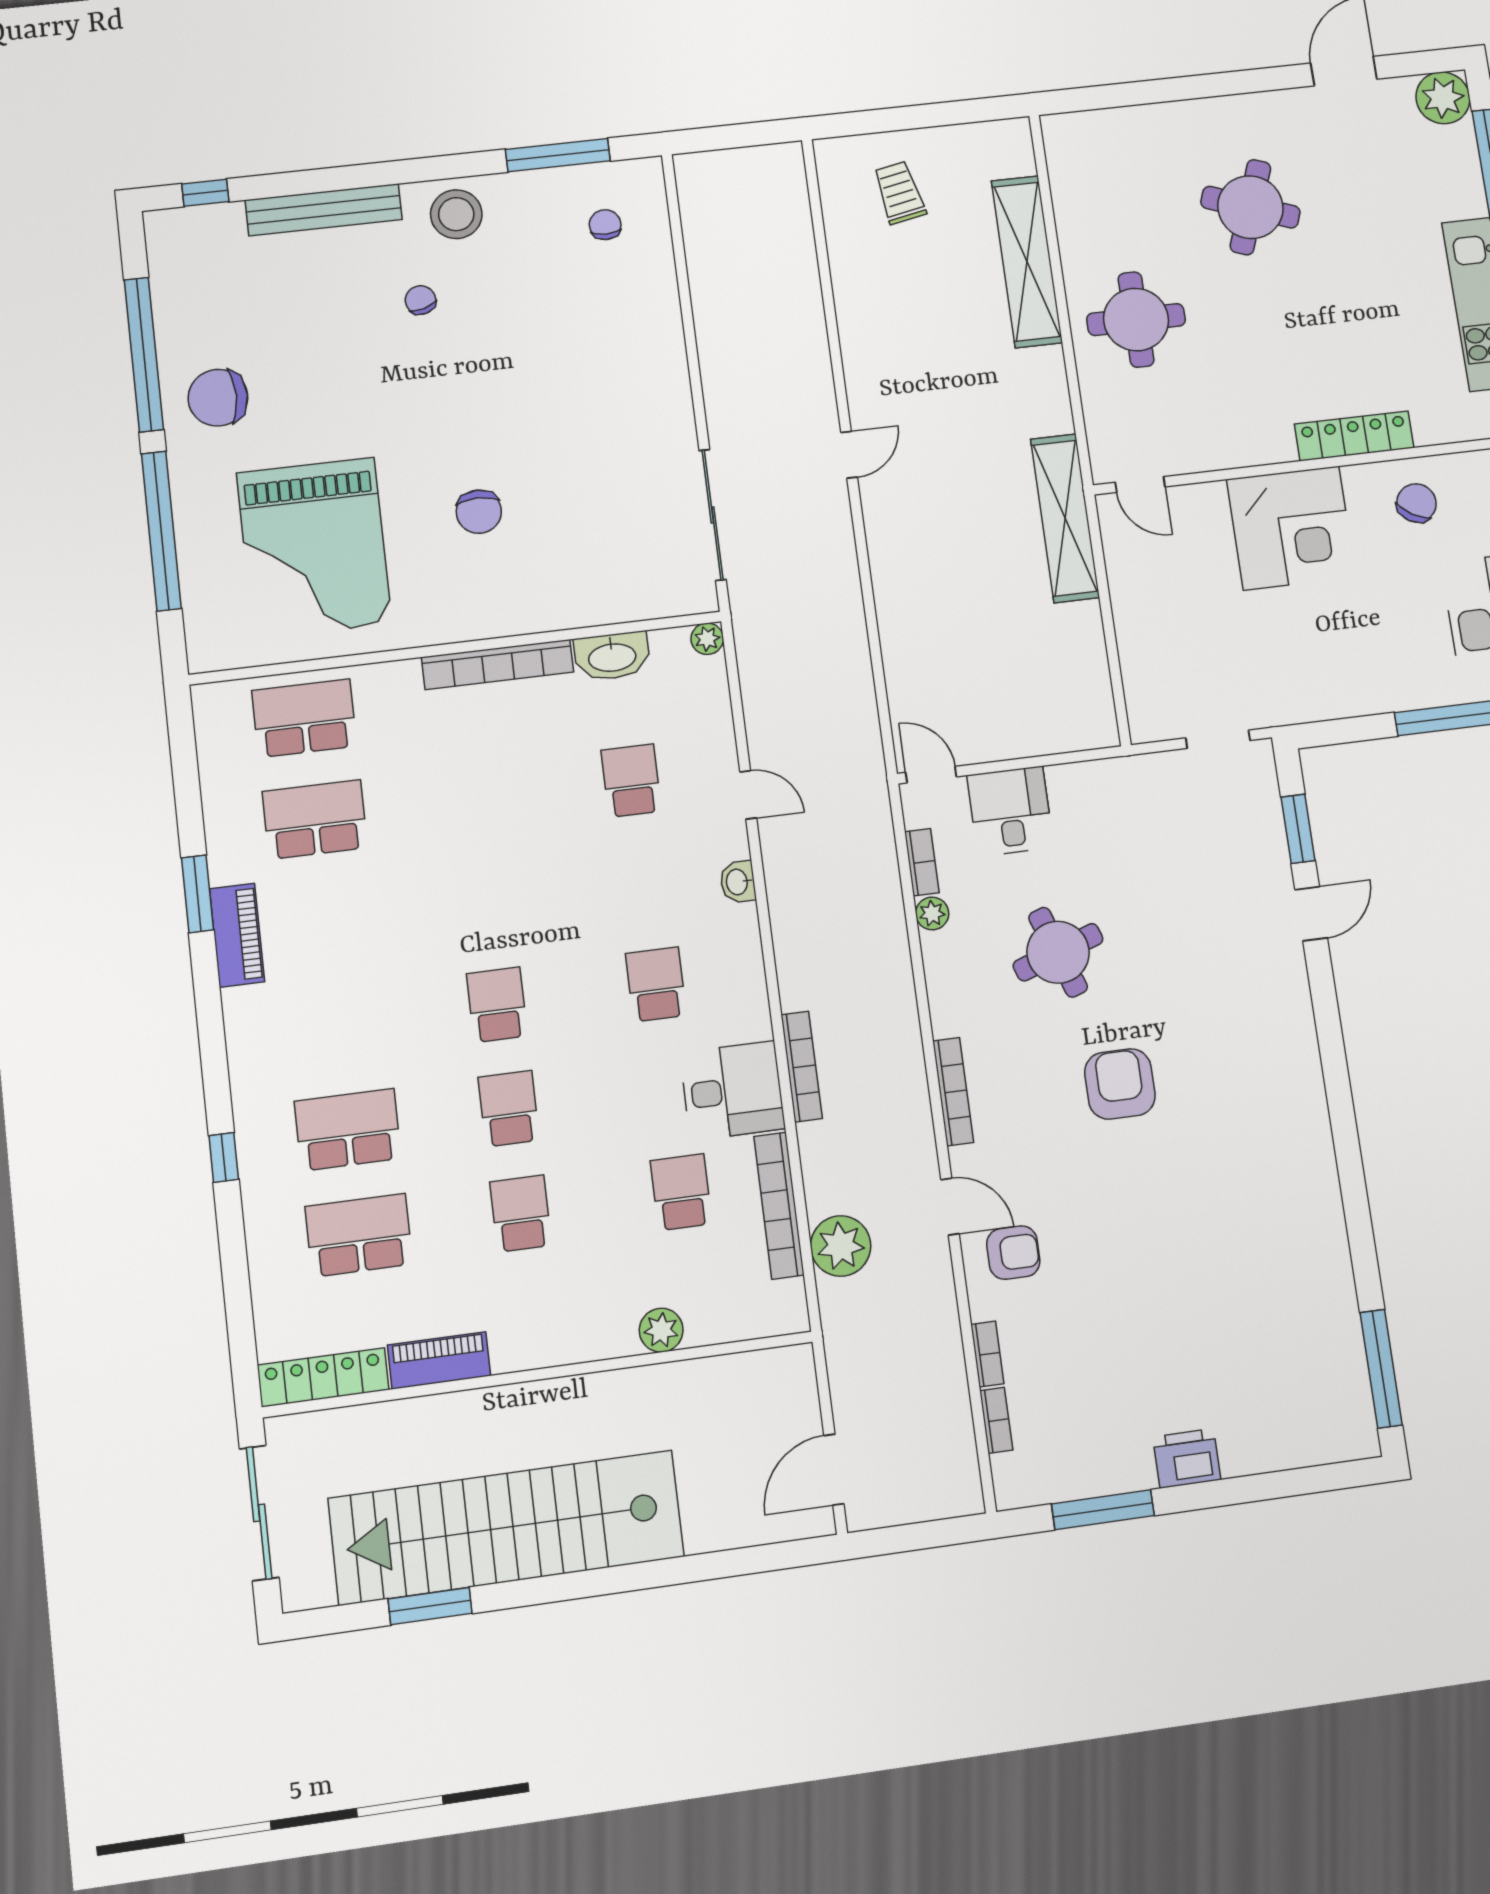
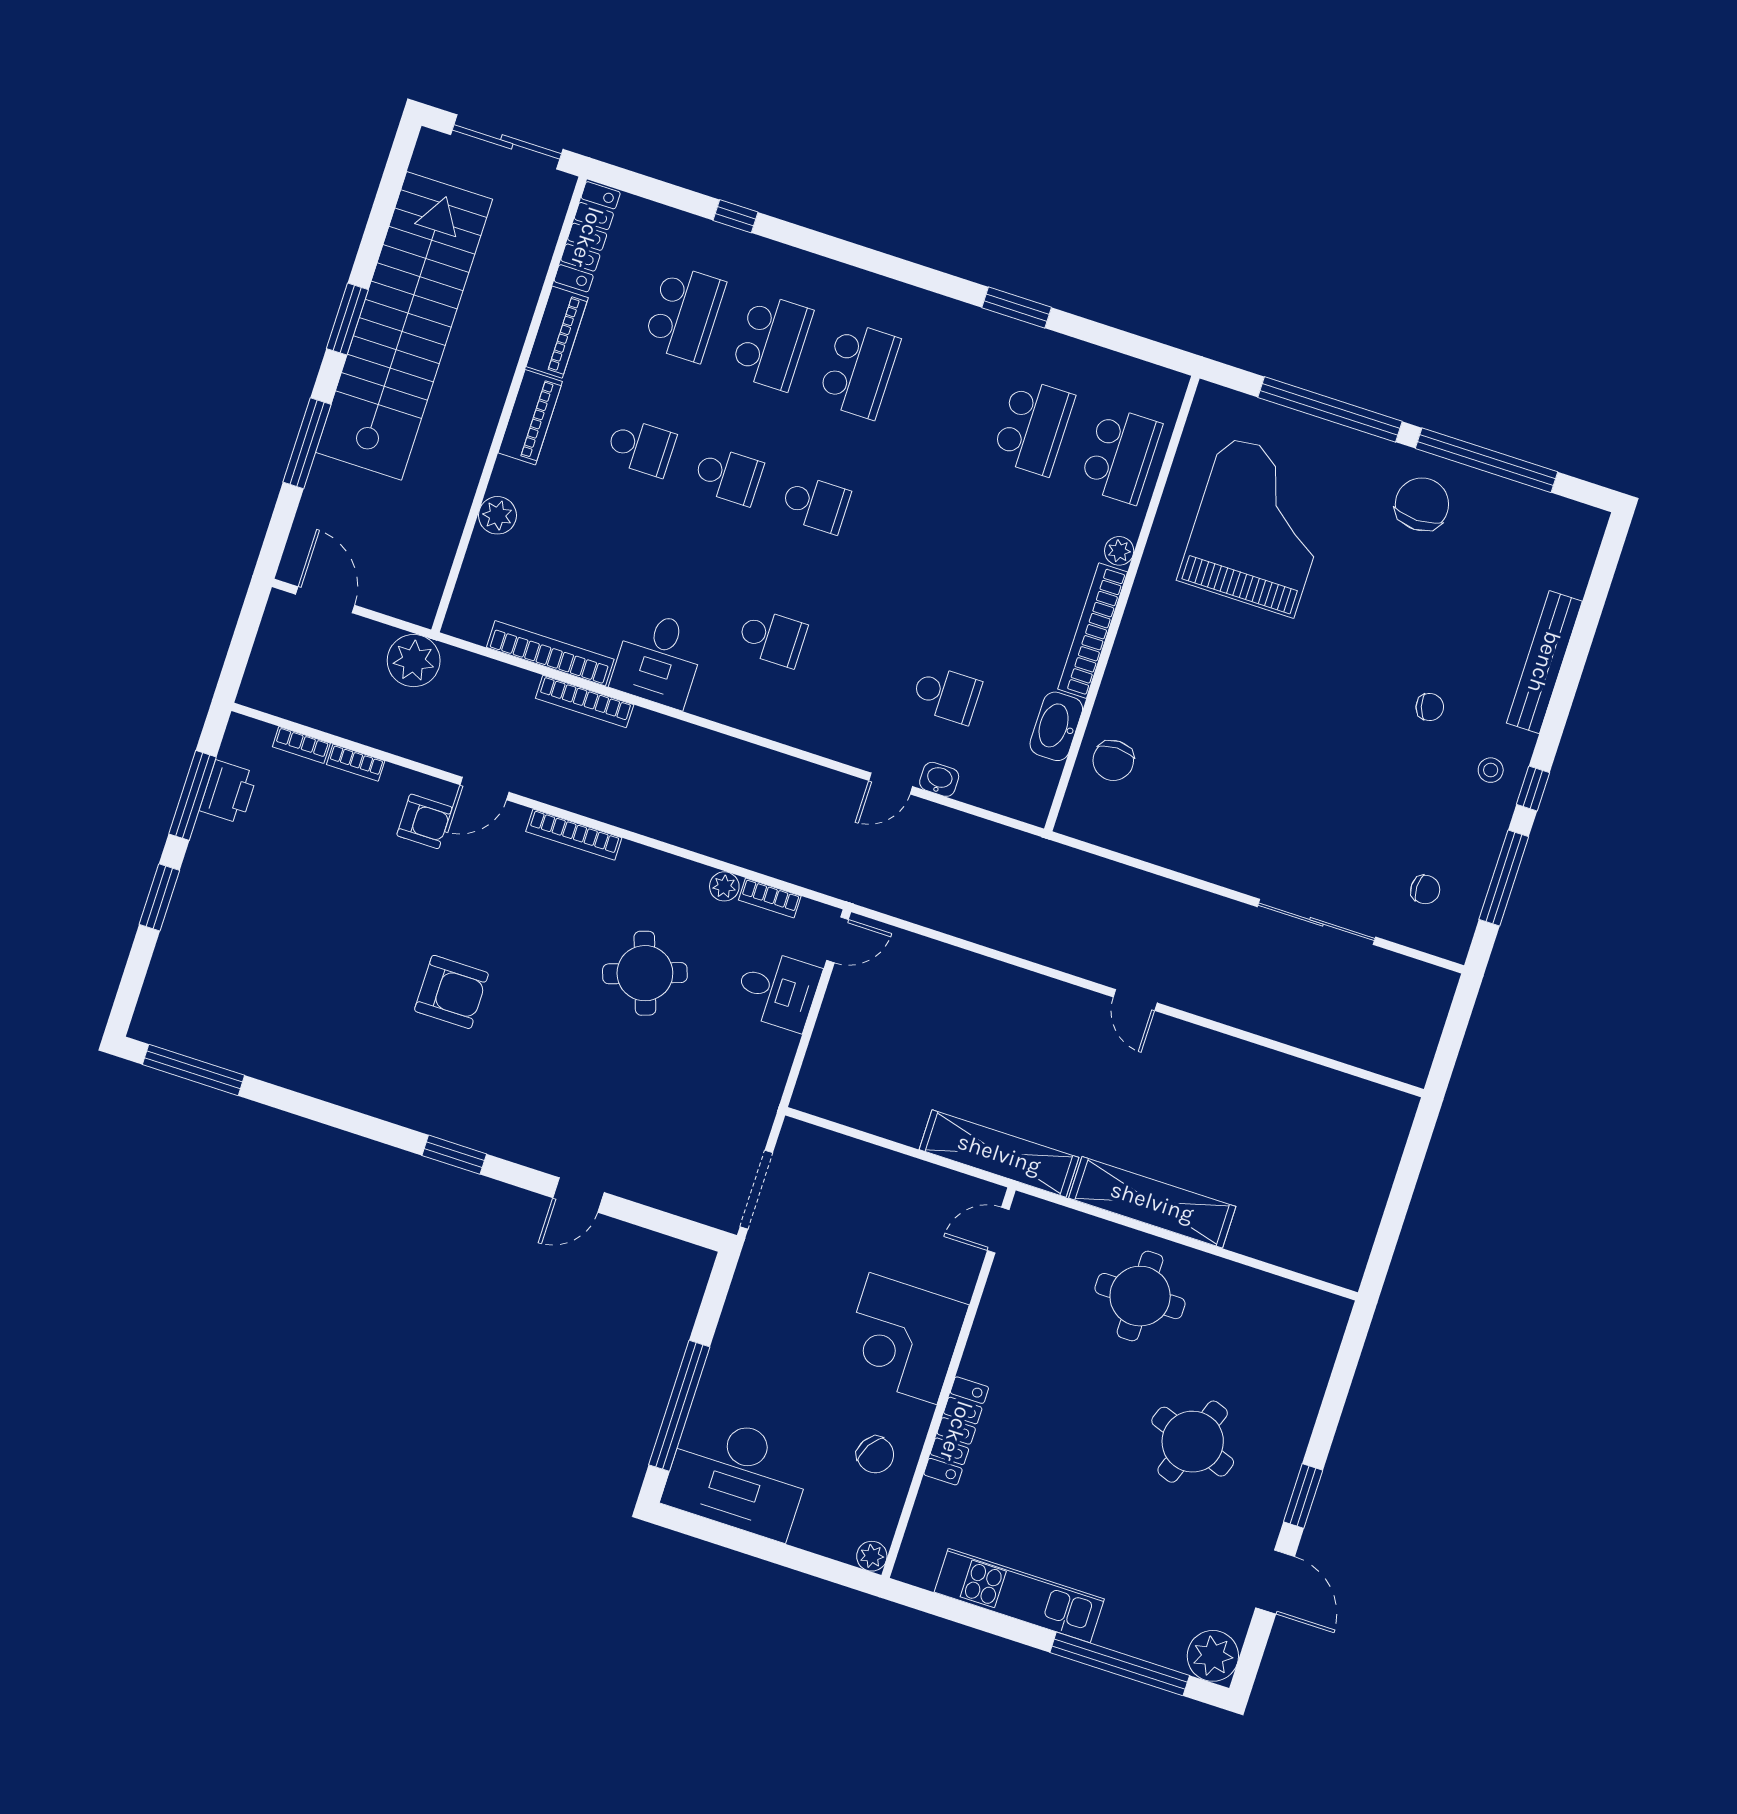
window: (1249, 81) -> (1303, 1496), added
window: (205, 193) -> (1533, 788), moved
trolley: (899, 193) -> (1341, 1149), removed
stool: (456, 214) -> (1491, 770), width x0.53, depth x0.53
shelving: (1027, 262) -> (1152, 1202), moved
chair: (479, 512) -> (1113, 760), moved, turned -90
sliding door: (713, 515) -> (1317, 922), moved
grand piano: (314, 548) -> (1259, 526), turned 90
plant: (707, 639) -> (1119, 551), moved
doorway: (1218, 739) -> (756, 1190), width x1.38
window: (1298, 829) -> (454, 1155), moved
washbasin: (738, 882) -> (939, 779), moved
door: (1311, 914) -> (578, 1195), hinge flipped
piano: (237, 935) -> (530, 417), moved, turned -90
bookcase: (802, 1067) -> (585, 701), moved
armchair: (1120, 1084) -> (451, 992), moved
window: (224, 1157) -> (735, 216), moved
school desk: (681, 1192) -> (859, 370), moved, width x1.85
plant: (841, 1246) -> (414, 661), moved
armchair: (1013, 1253) -> (424, 821), turned -90
printer: (1187, 1458) -> (228, 792), moved
window: (1224, 1492) -> (159, 897), added
window: (679, 1570) -> (307, 443), added
window: (430, 1606) -> (347, 319), moved

